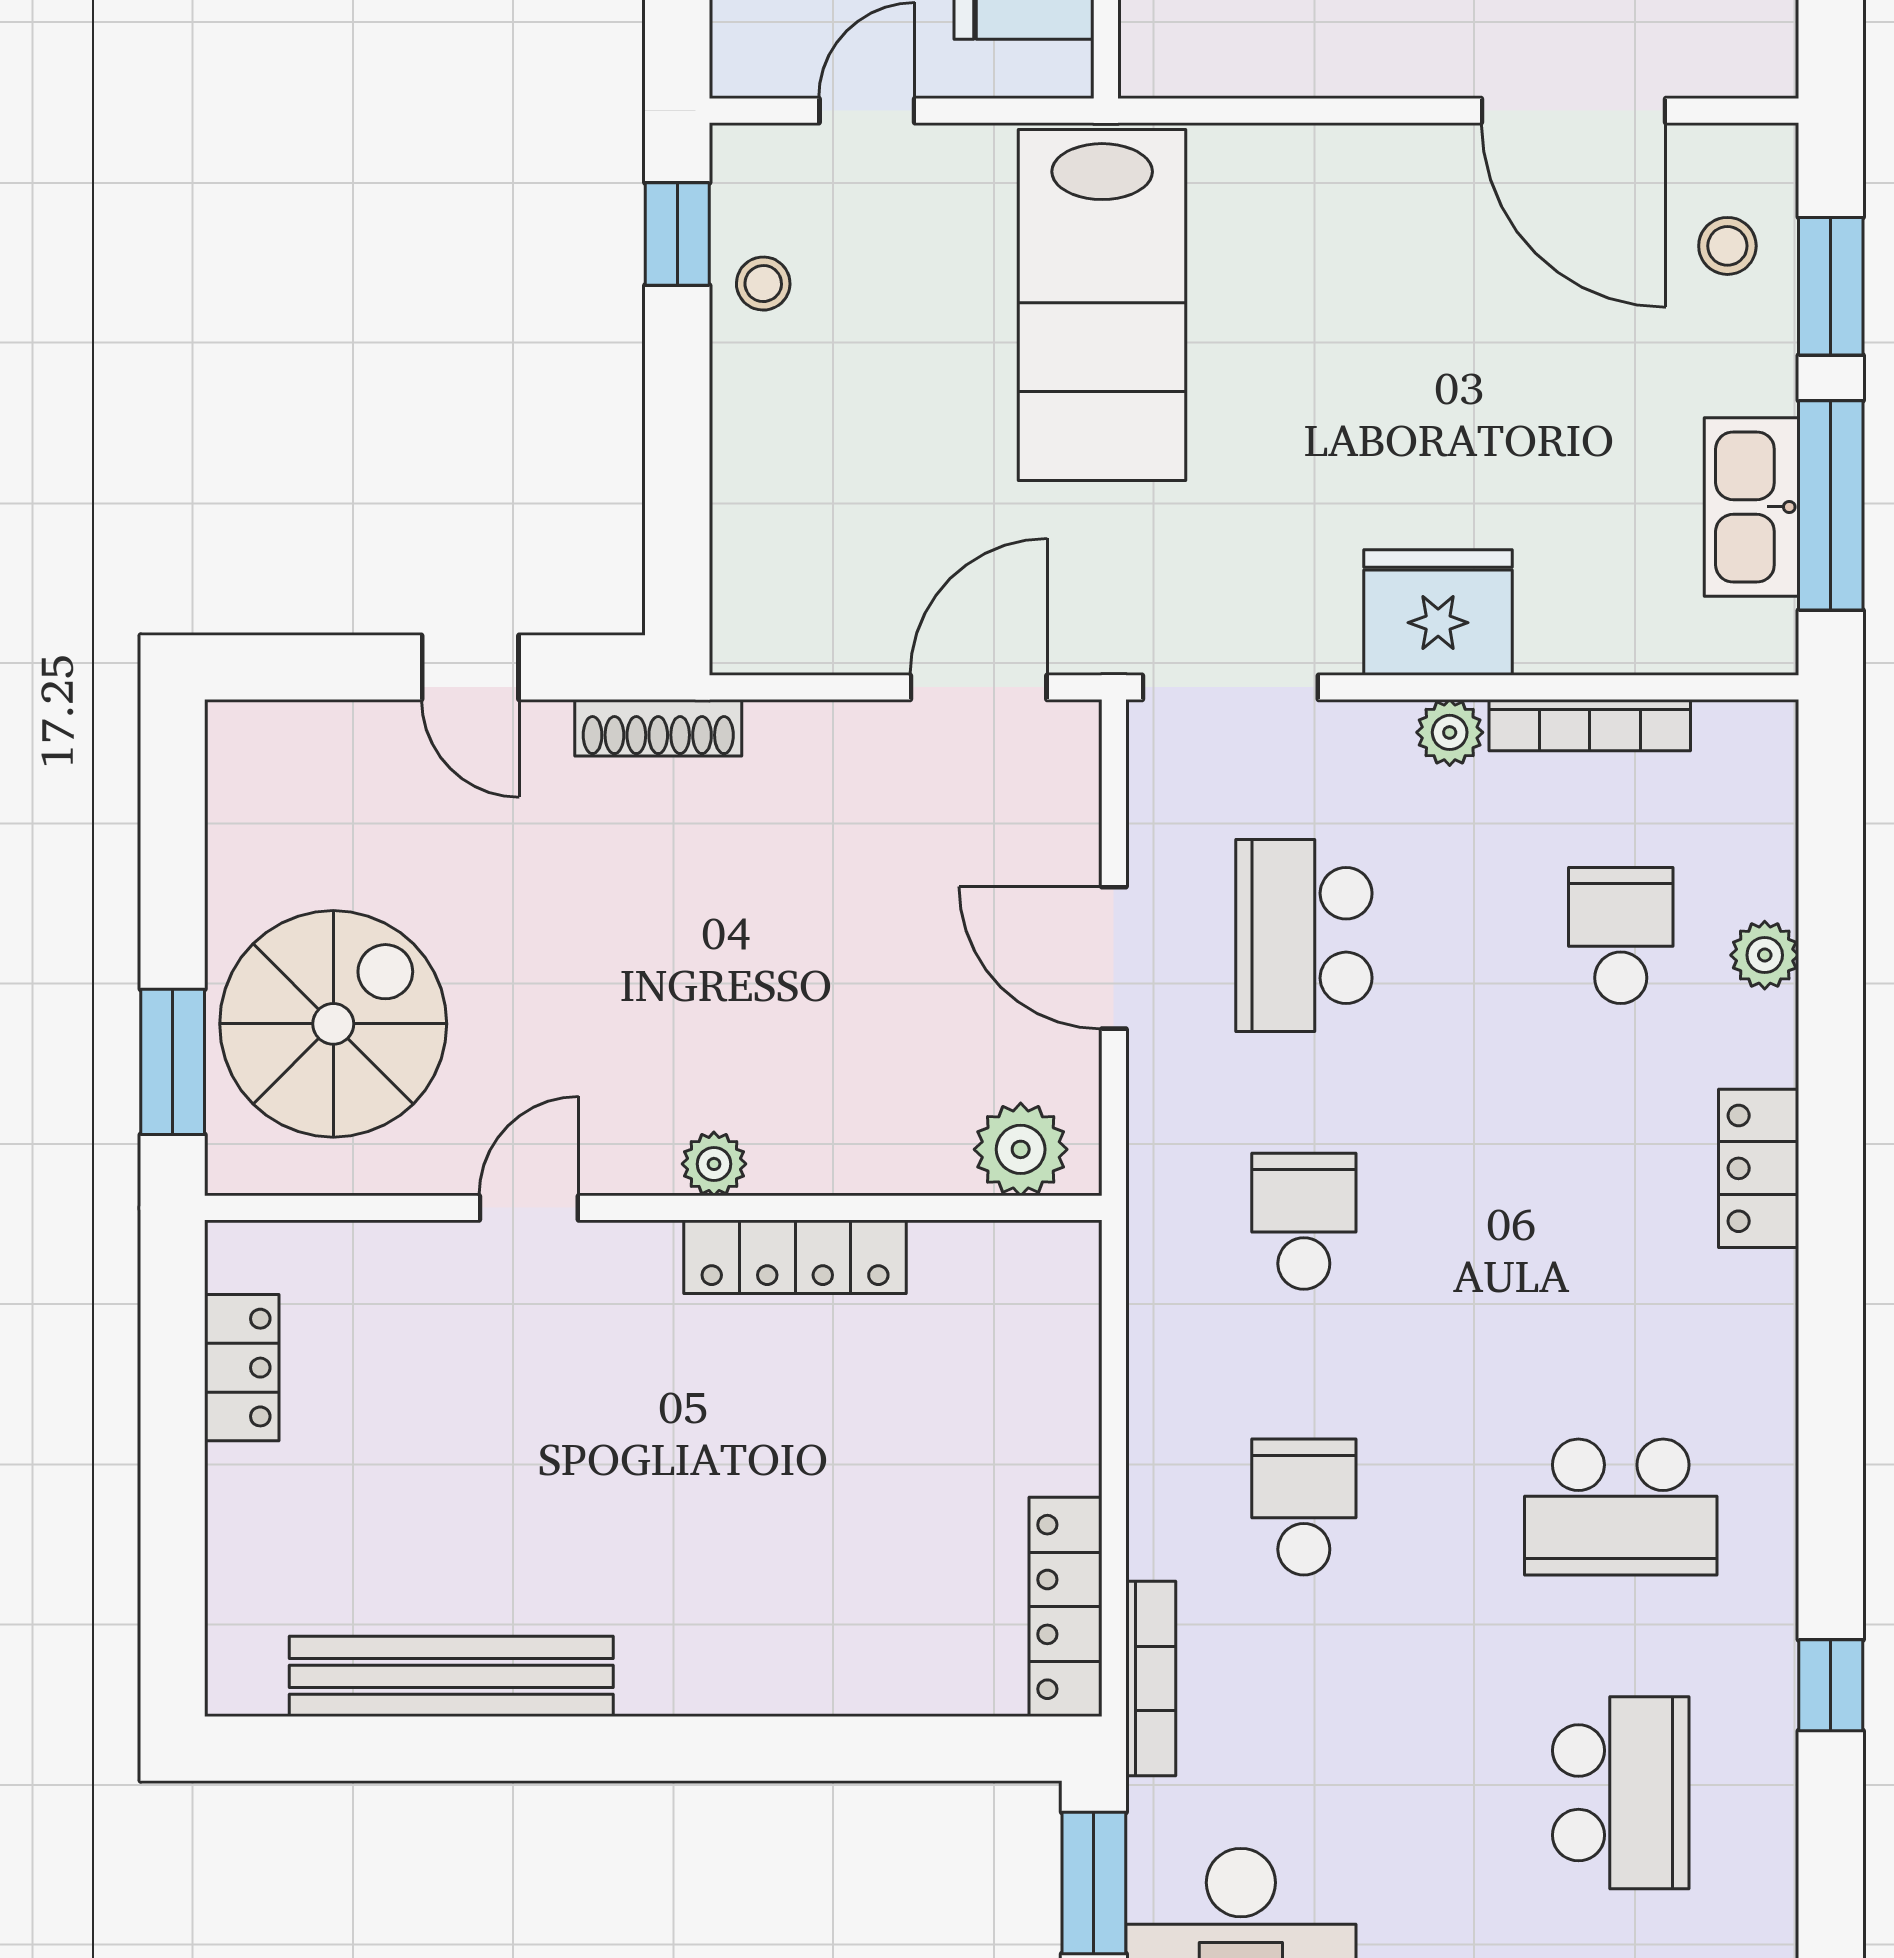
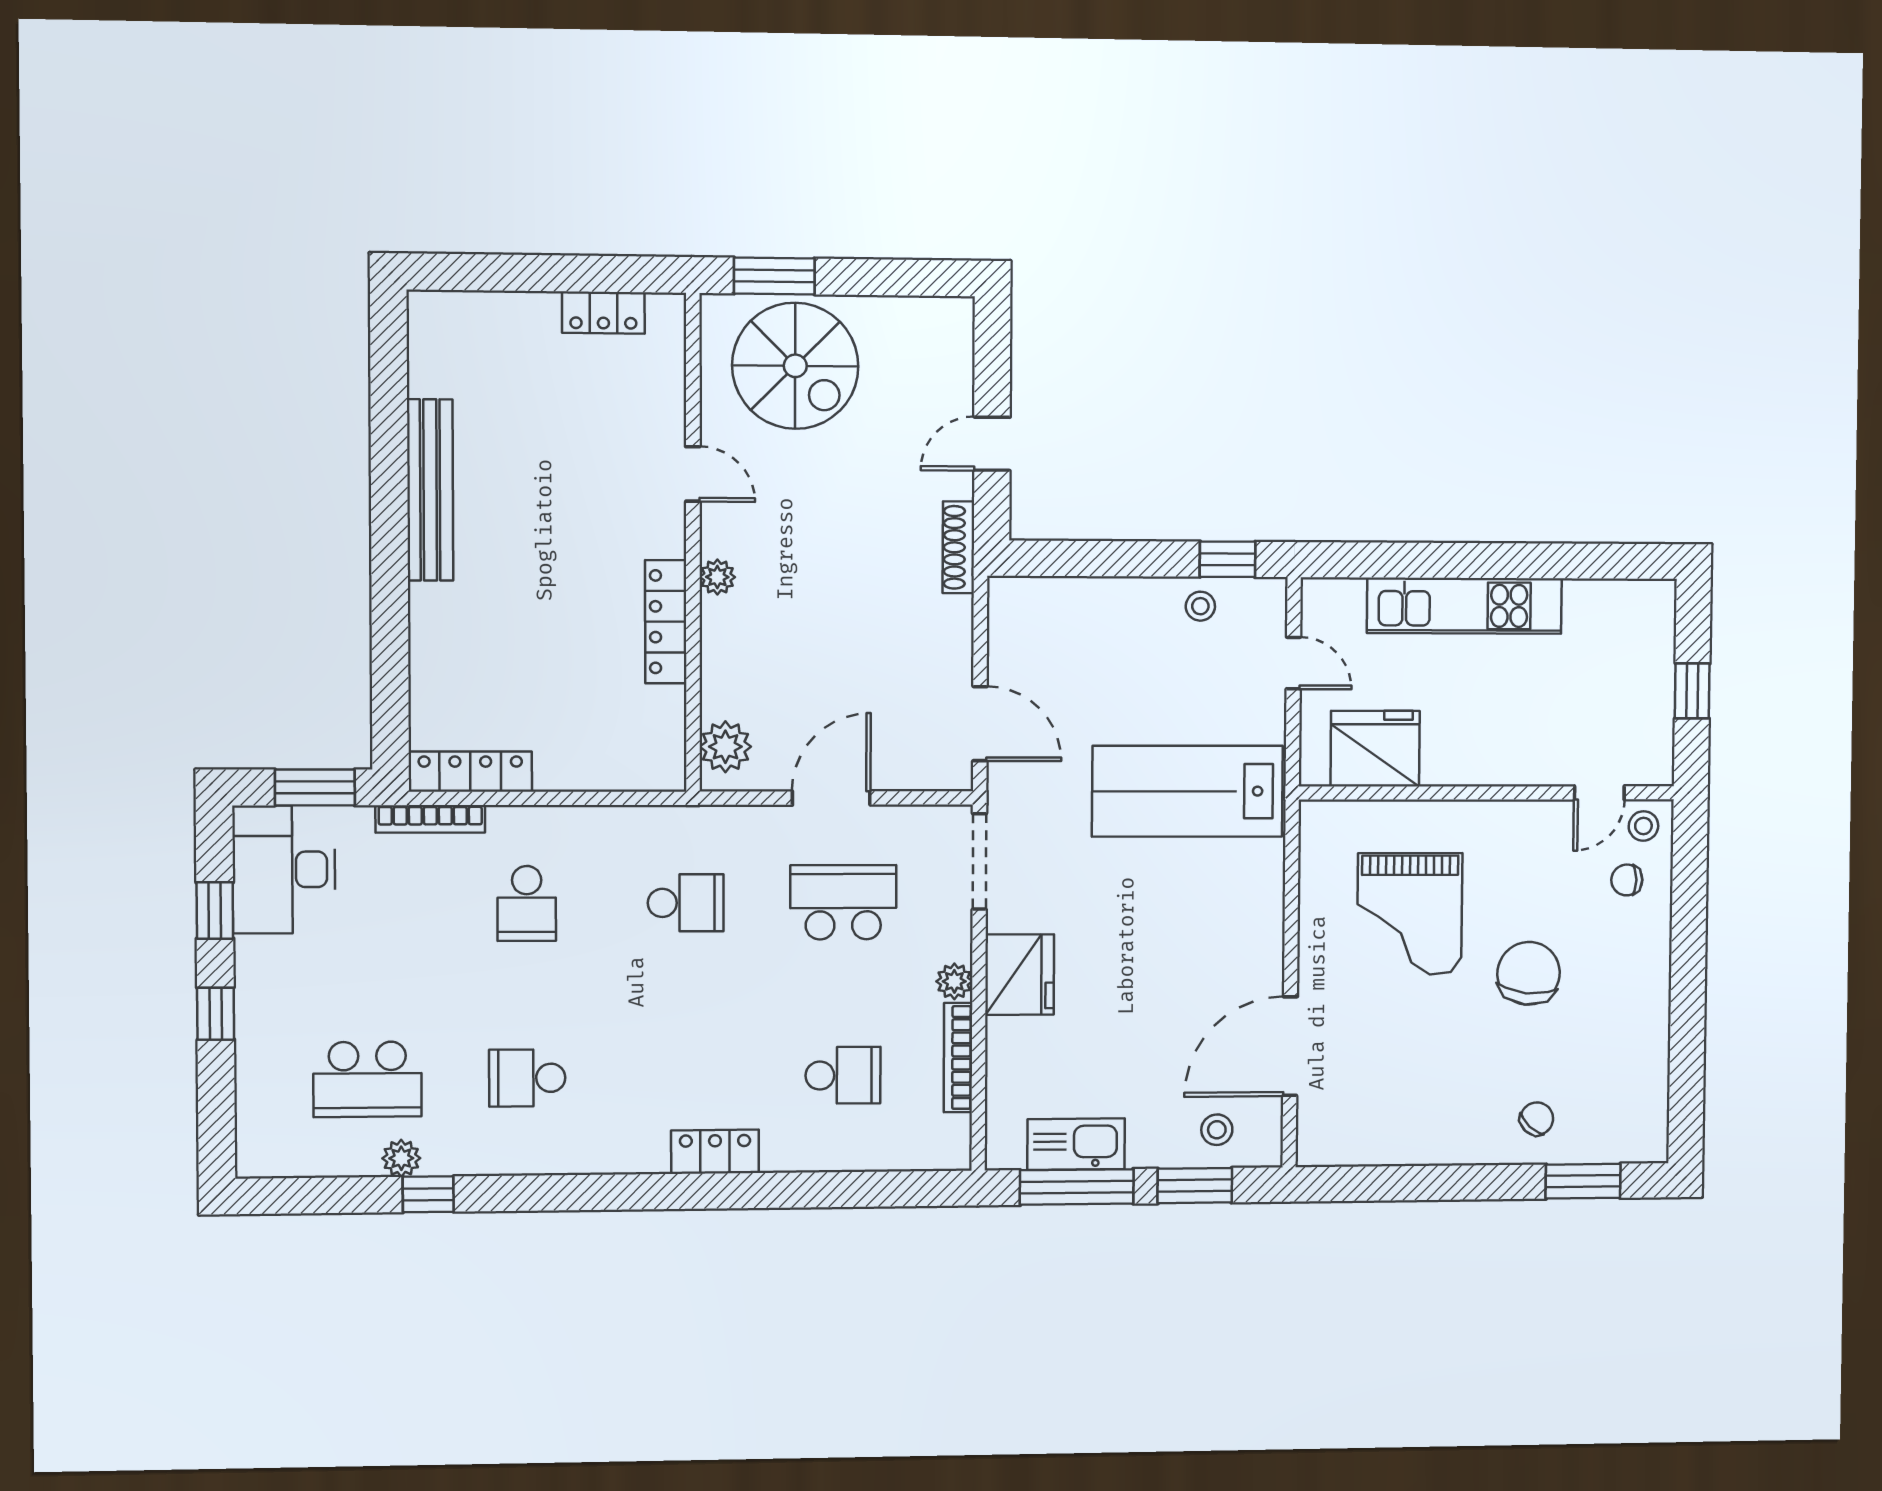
plant: (1765, 955) -> (401, 1158), moved
school desk: (1304, 1507) -> (527, 903), turned 90
school desk: (1621, 1507) -> (527, 1078), width x0.54
bench: (451, 1676) -> (430, 490), moved

